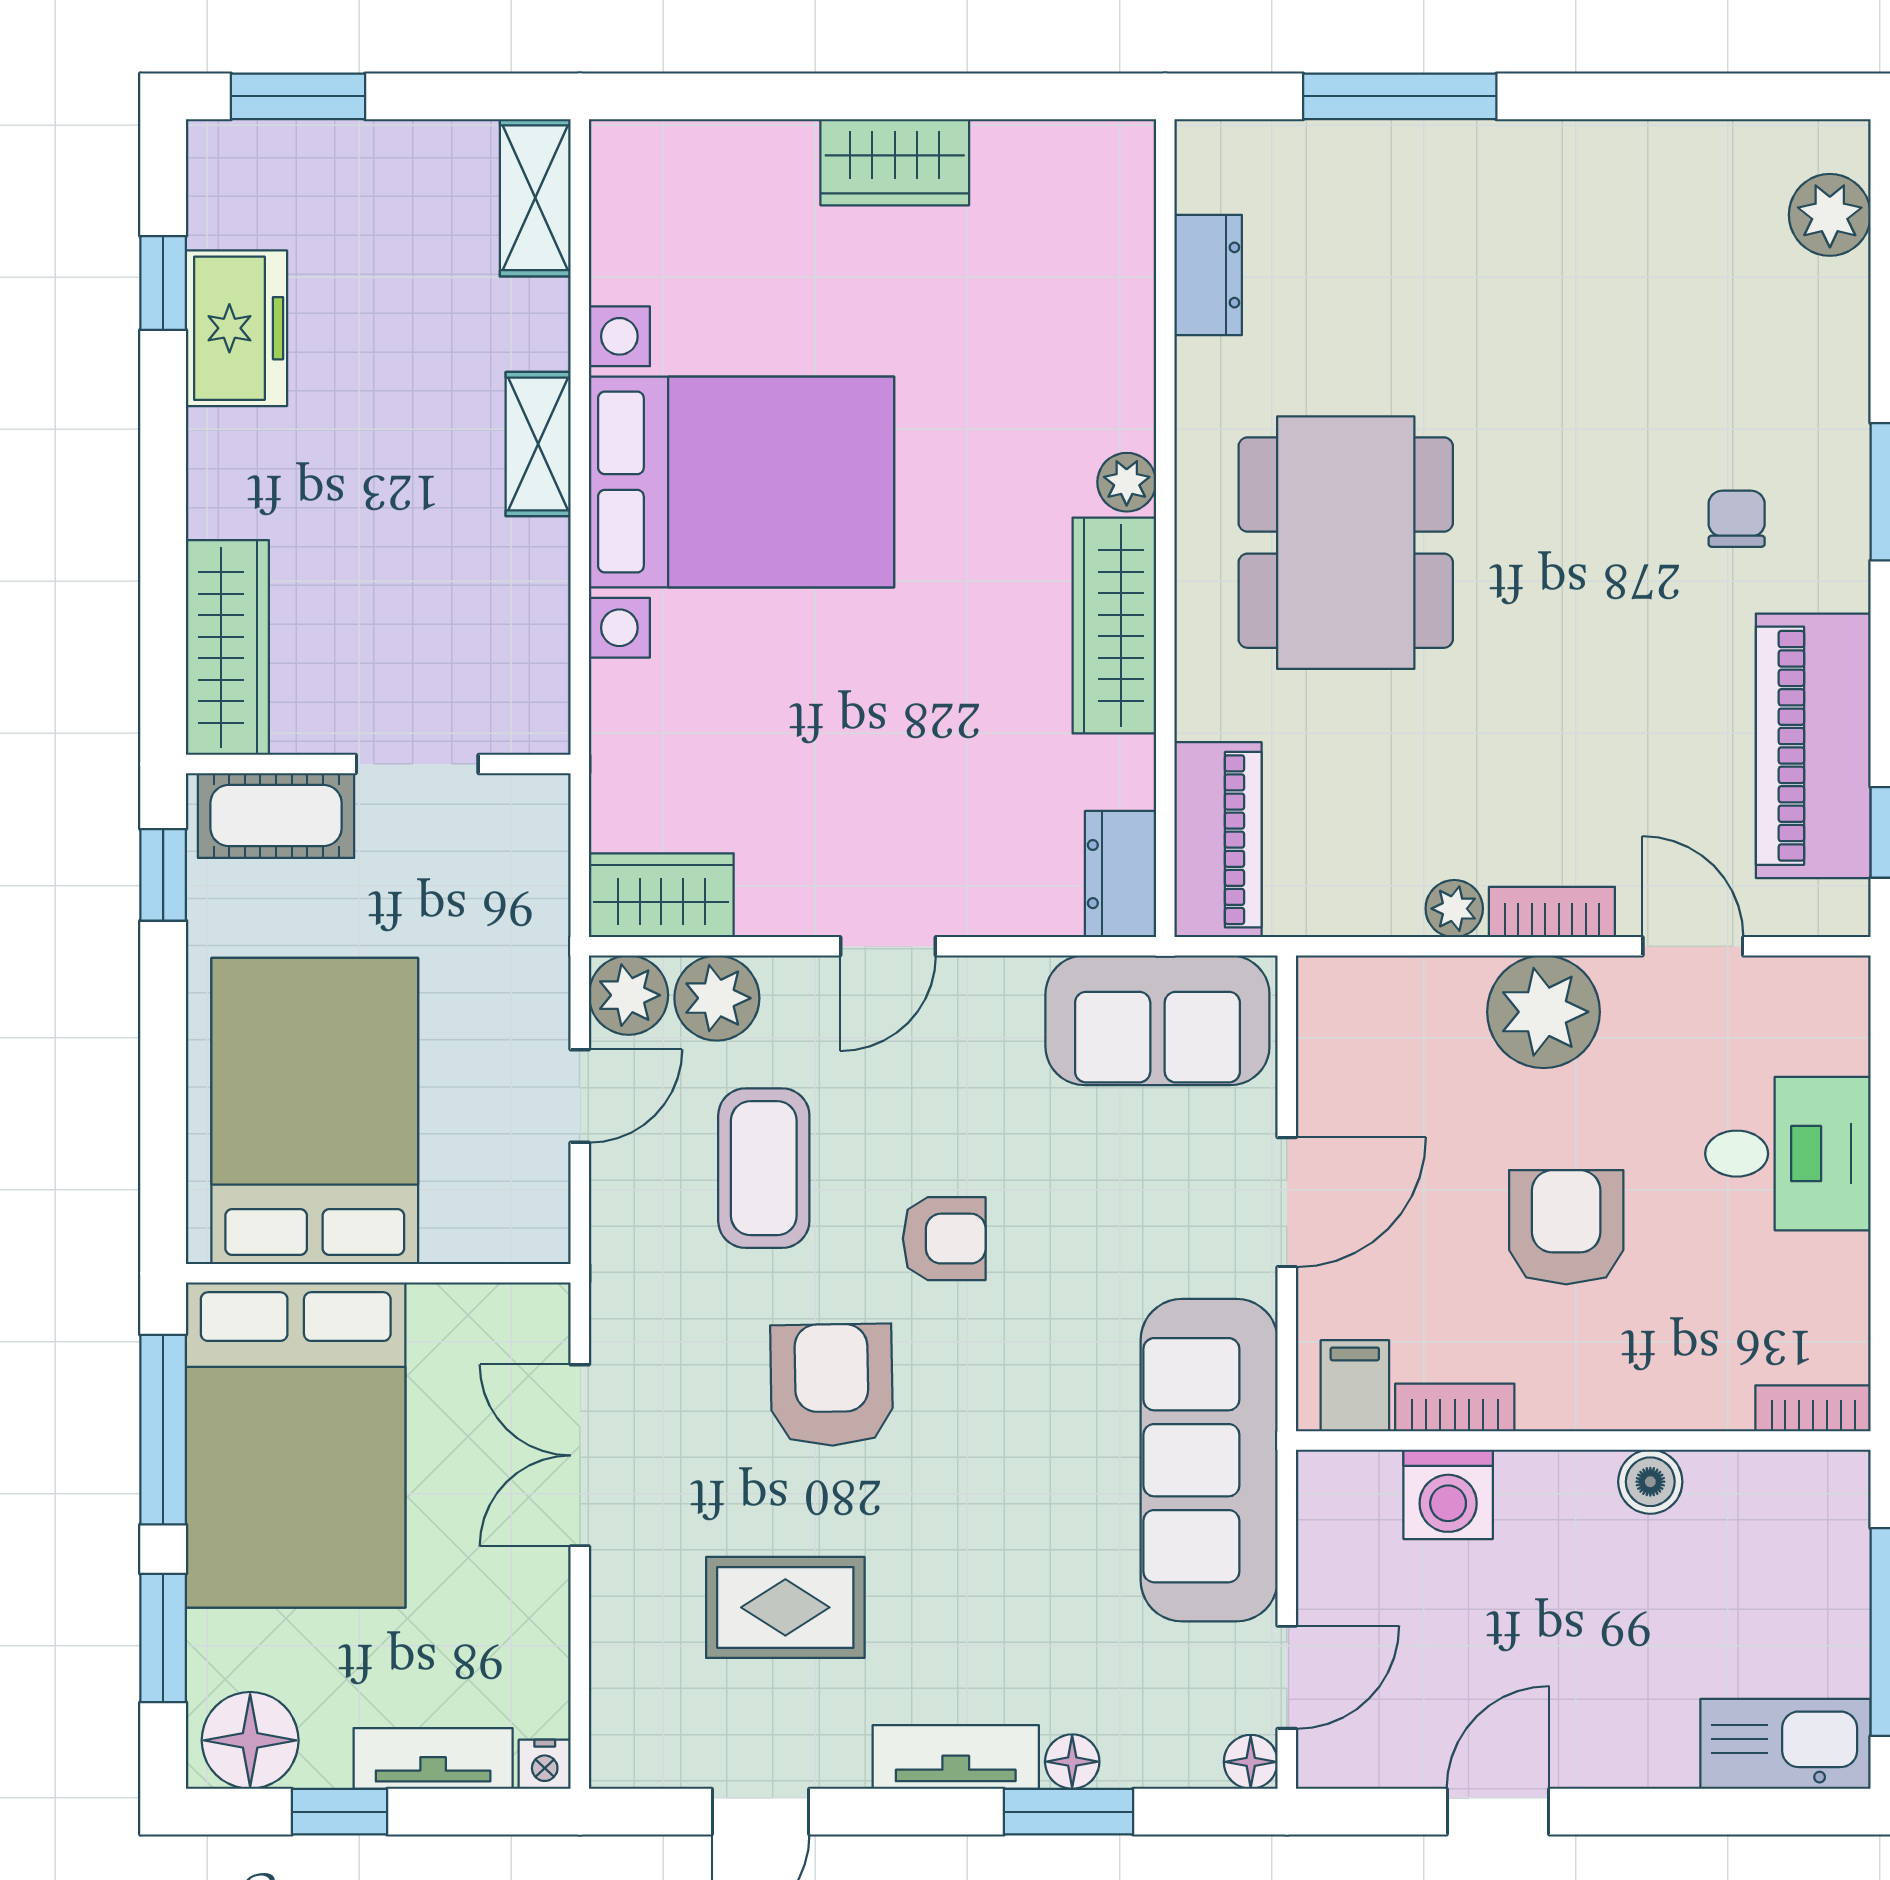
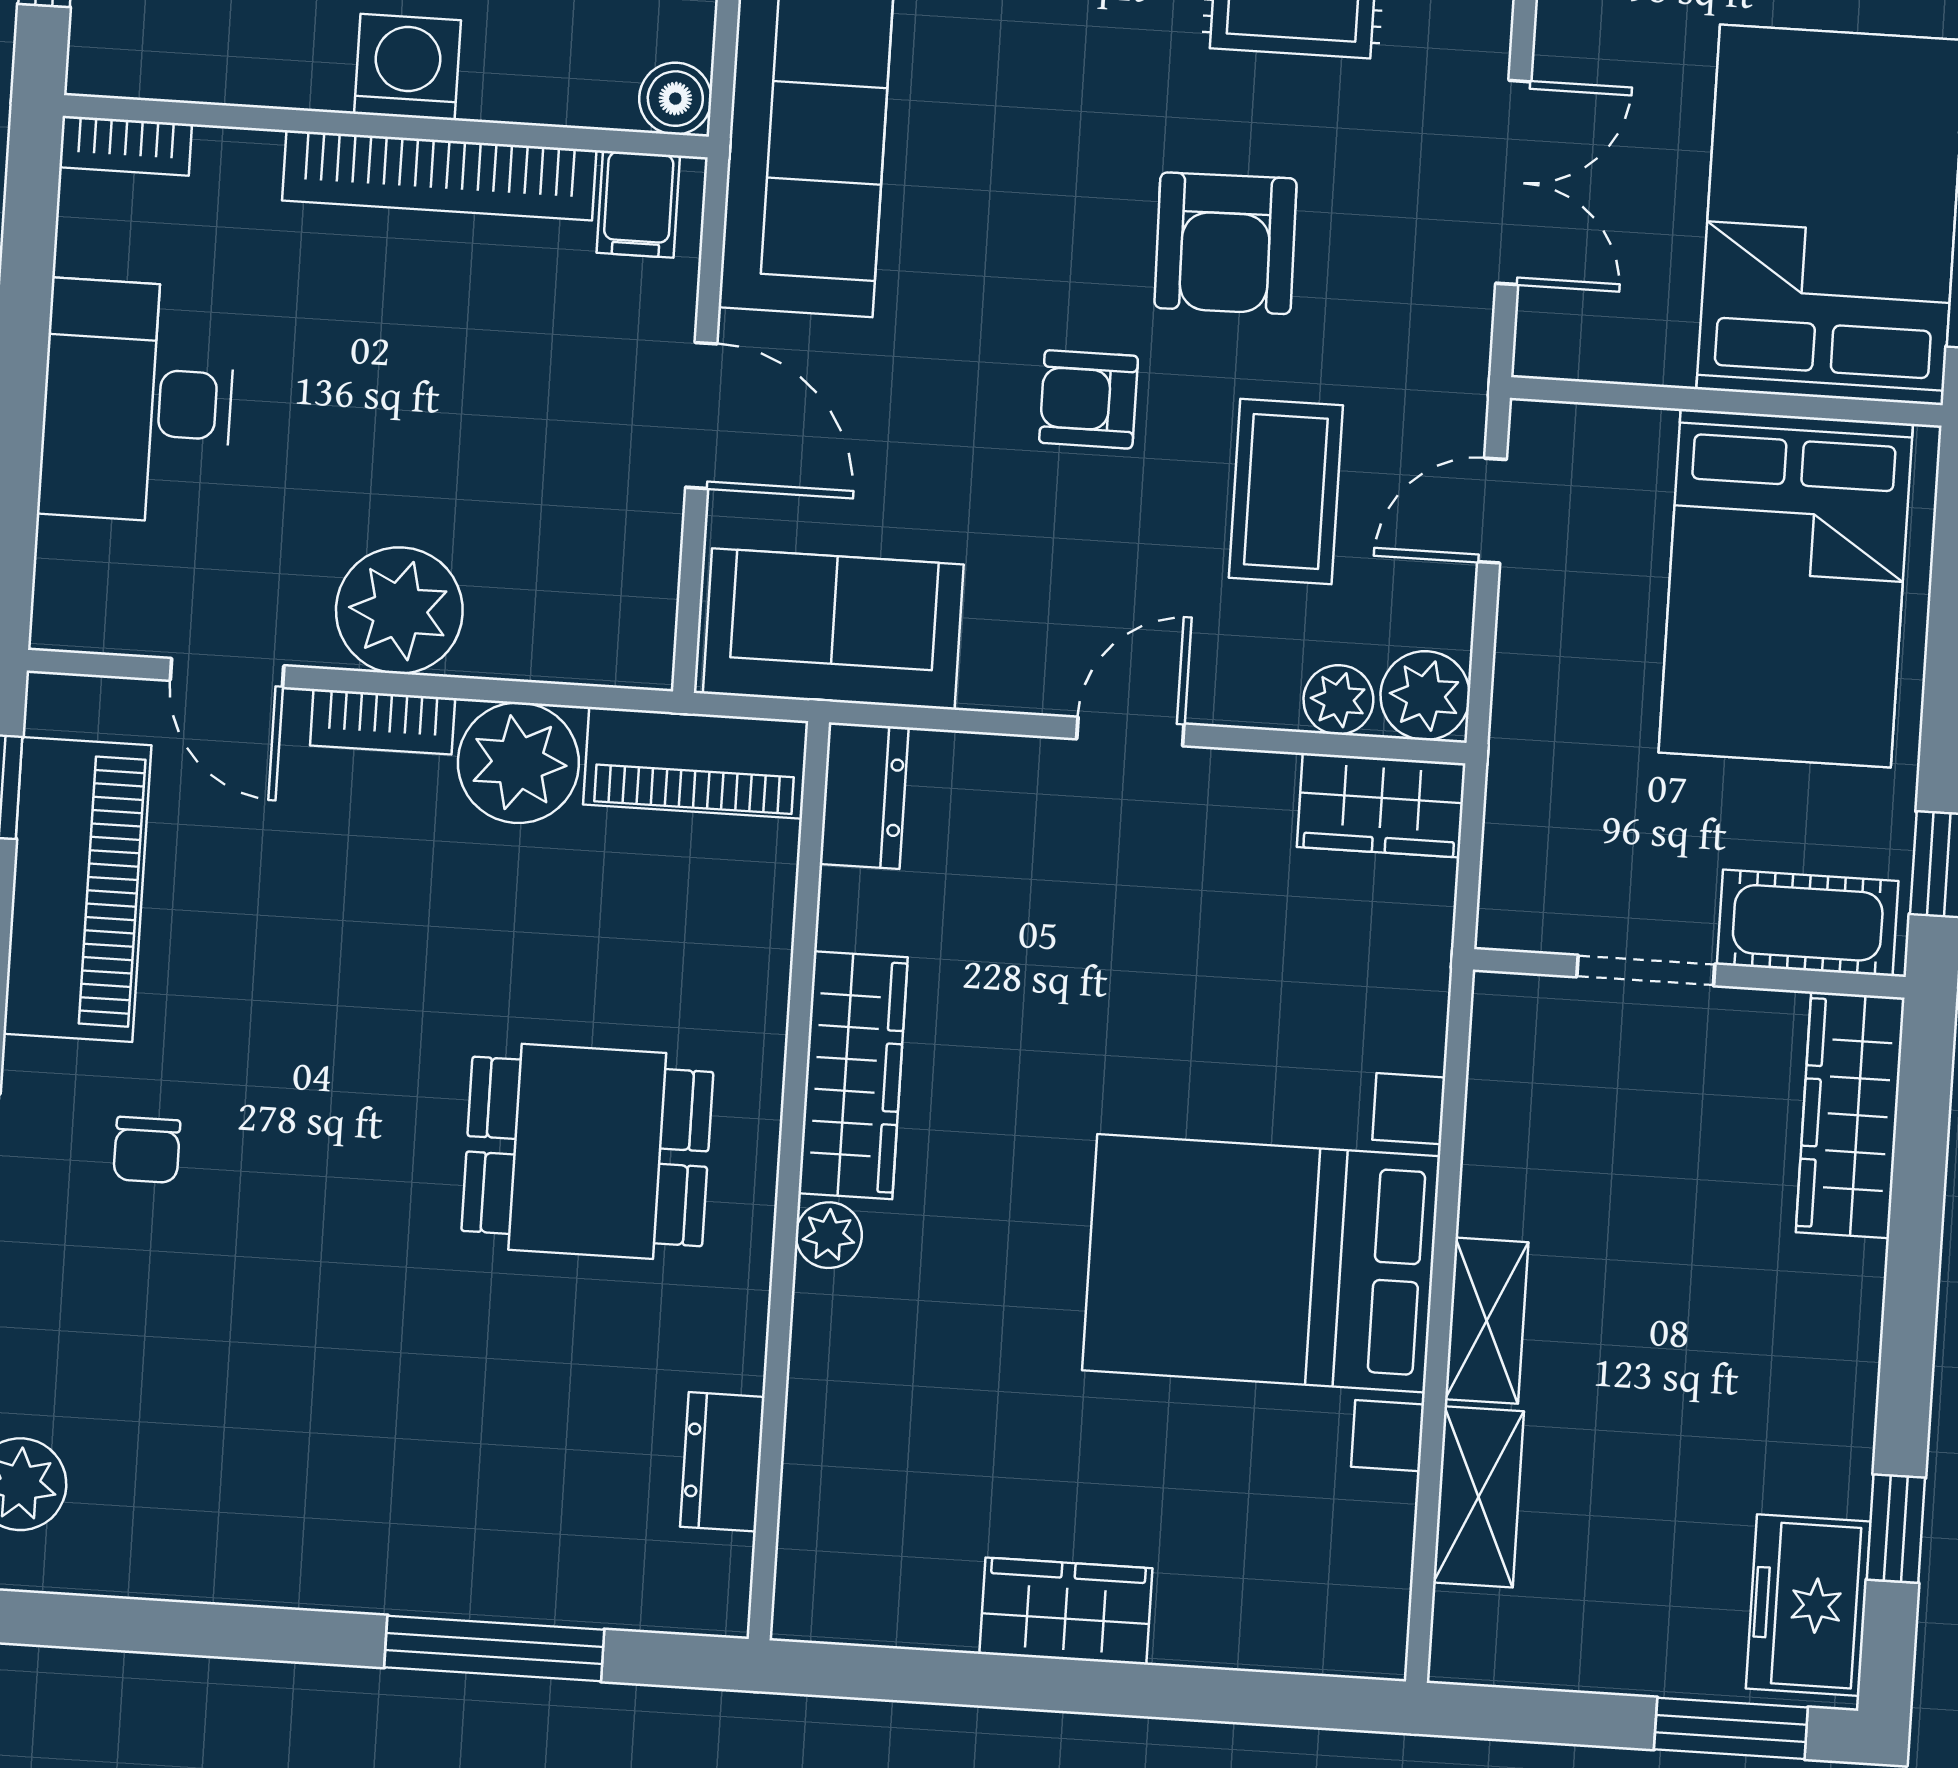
shelving: (535, 198) -> (1478, 1497), moved
freezer: (236, 328) -> (1808, 1605), moved
dining table: (1346, 543) -> (587, 1151), width x0.73
piano: (1218, 840) -> (696, 763), moved, turned -90
plant: (1454, 909) -> (518, 763), width x1.88, depth x1.88
plant: (717, 998) -> (1338, 700), width x0.73, depth x0.73
door: (580, 1096) -> (1492, 511), moved
desk: (1788, 1154) -> (137, 401), width x1.37
door: (1287, 1202) -> (701, 415), swing flipped
armchair: (1566, 1227) -> (390, 367), removed
bookcase: (1455, 1408) -> (439, 175), width x2.31, depth x1.31
boiler: (1650, 1482) -> (675, 99), moved
washing machine: (1448, 1494) -> (407, 67), moved

